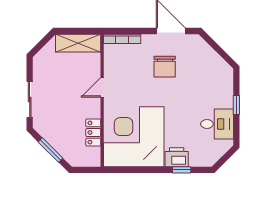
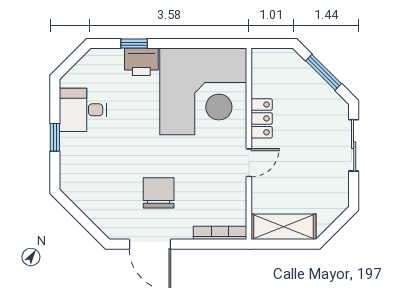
locker: (93, 133) -> (262, 118), moved

